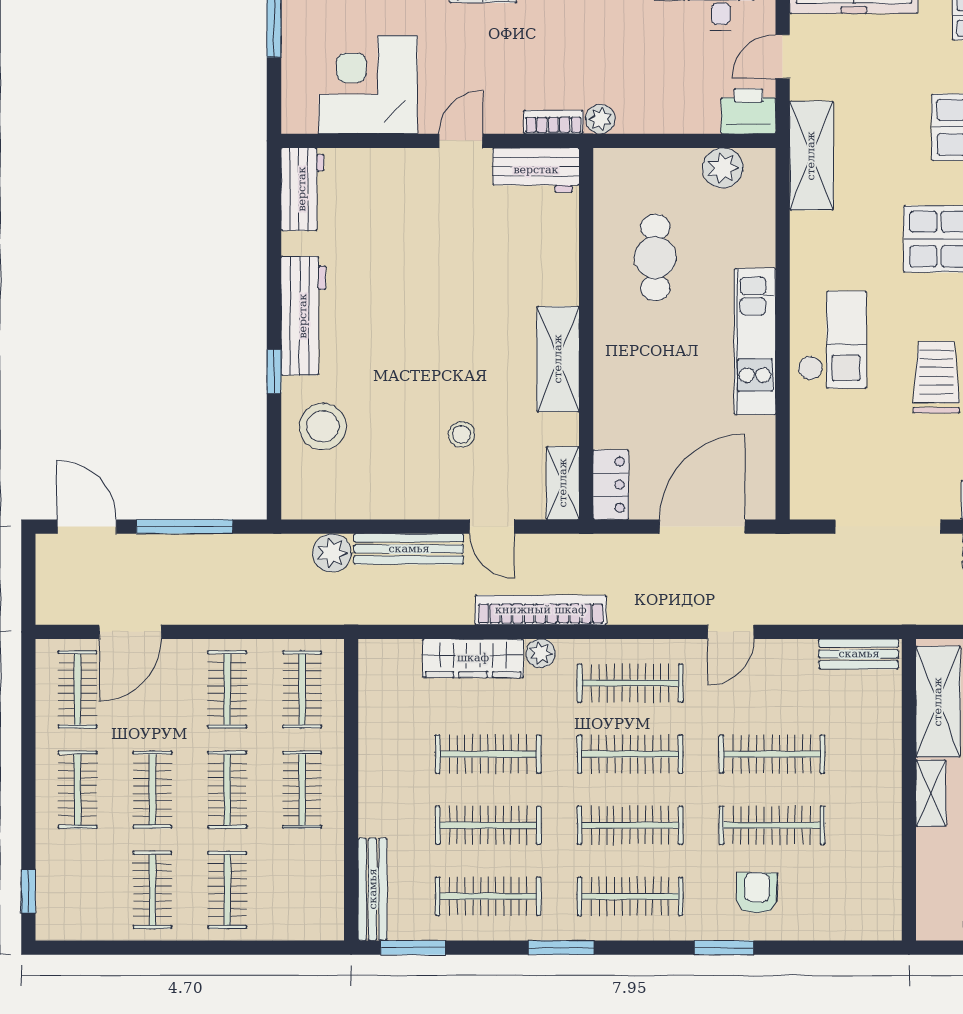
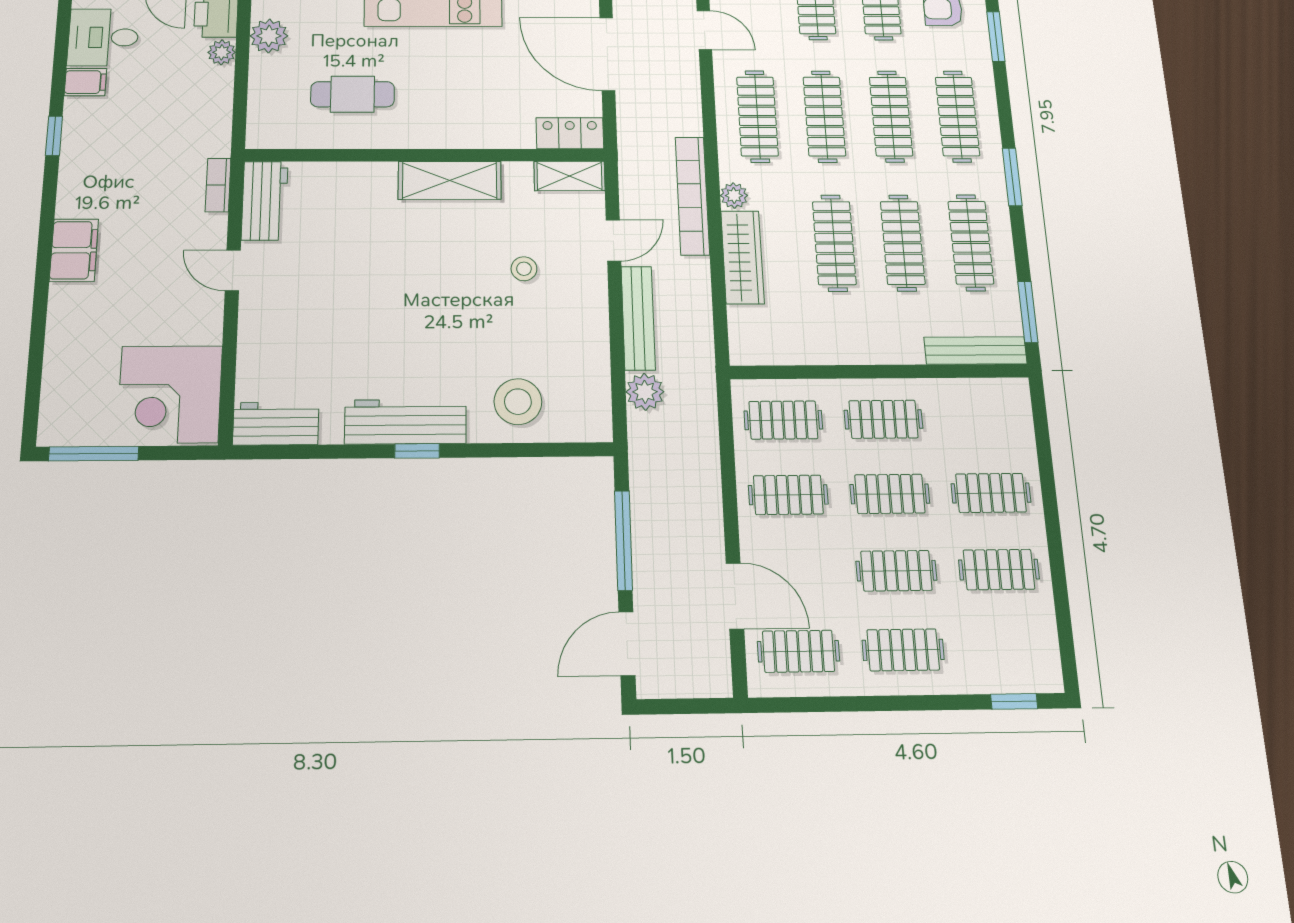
corner desk: (368, 85) -> (170, 394), moved
plant: (600, 119) -> (222, 52), moved
window: (274, 371) -> (417, 451), moved

